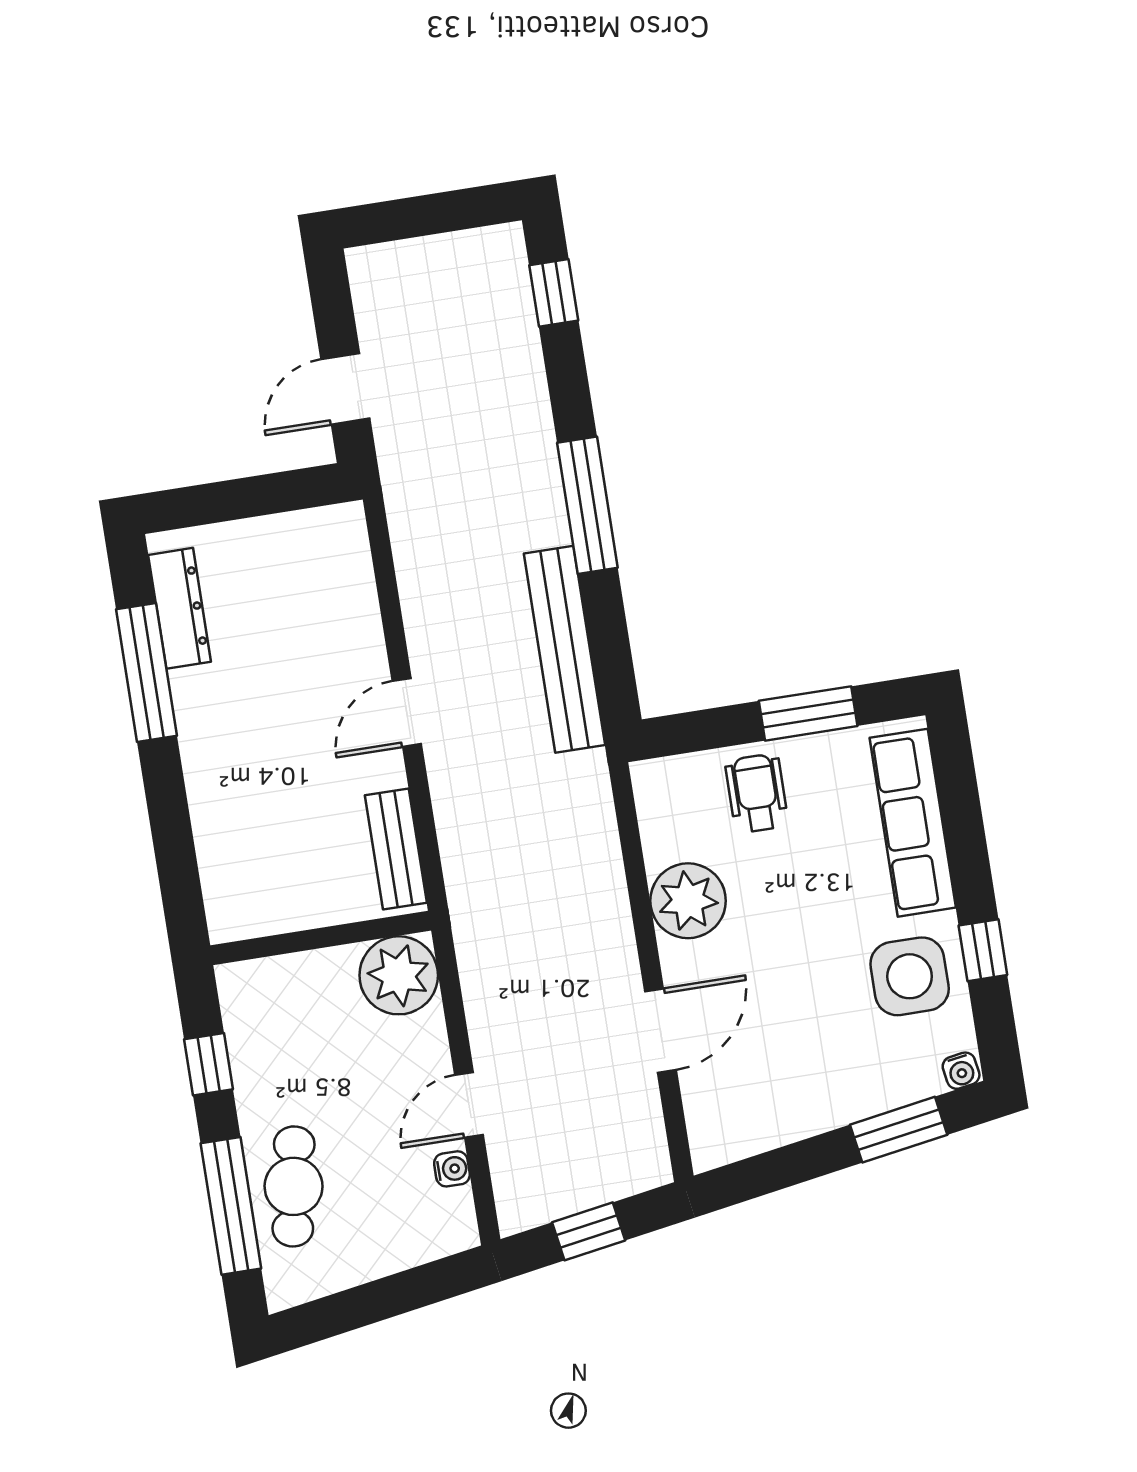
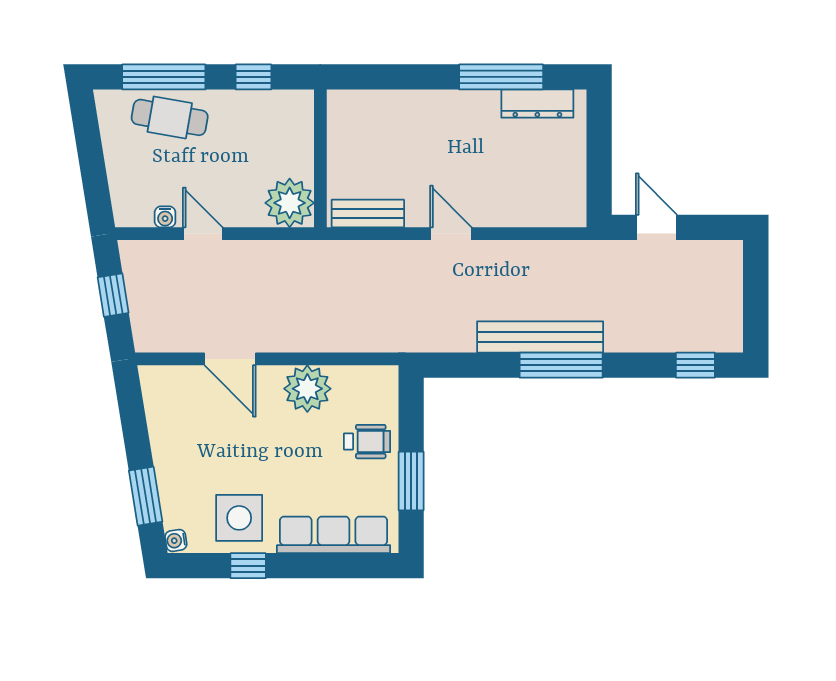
bench: (564, 649) -> (540, 337), moved

